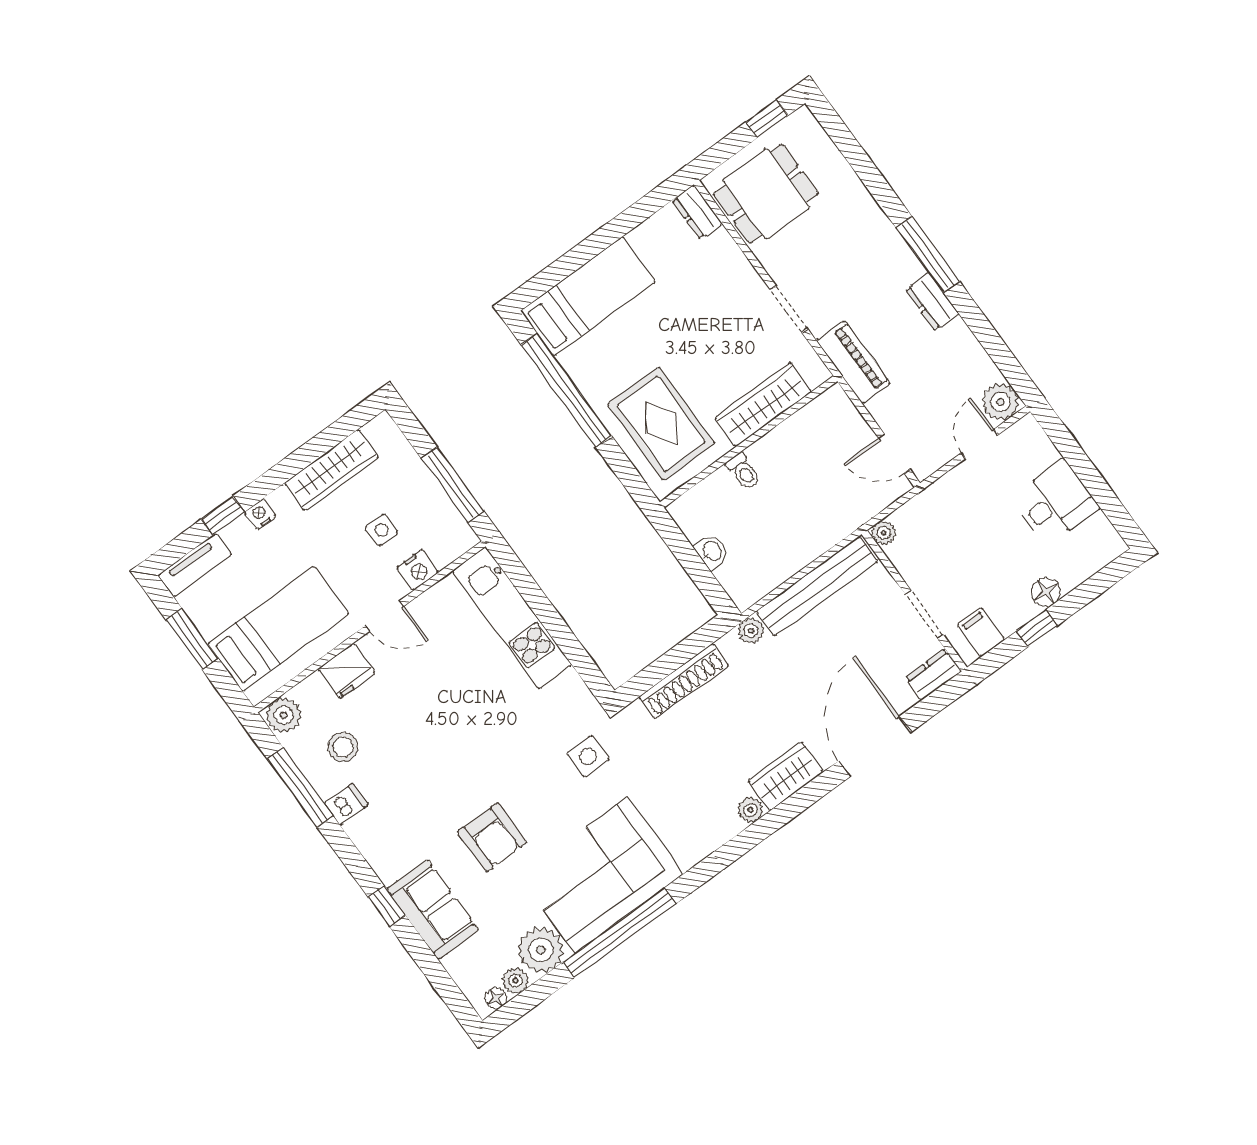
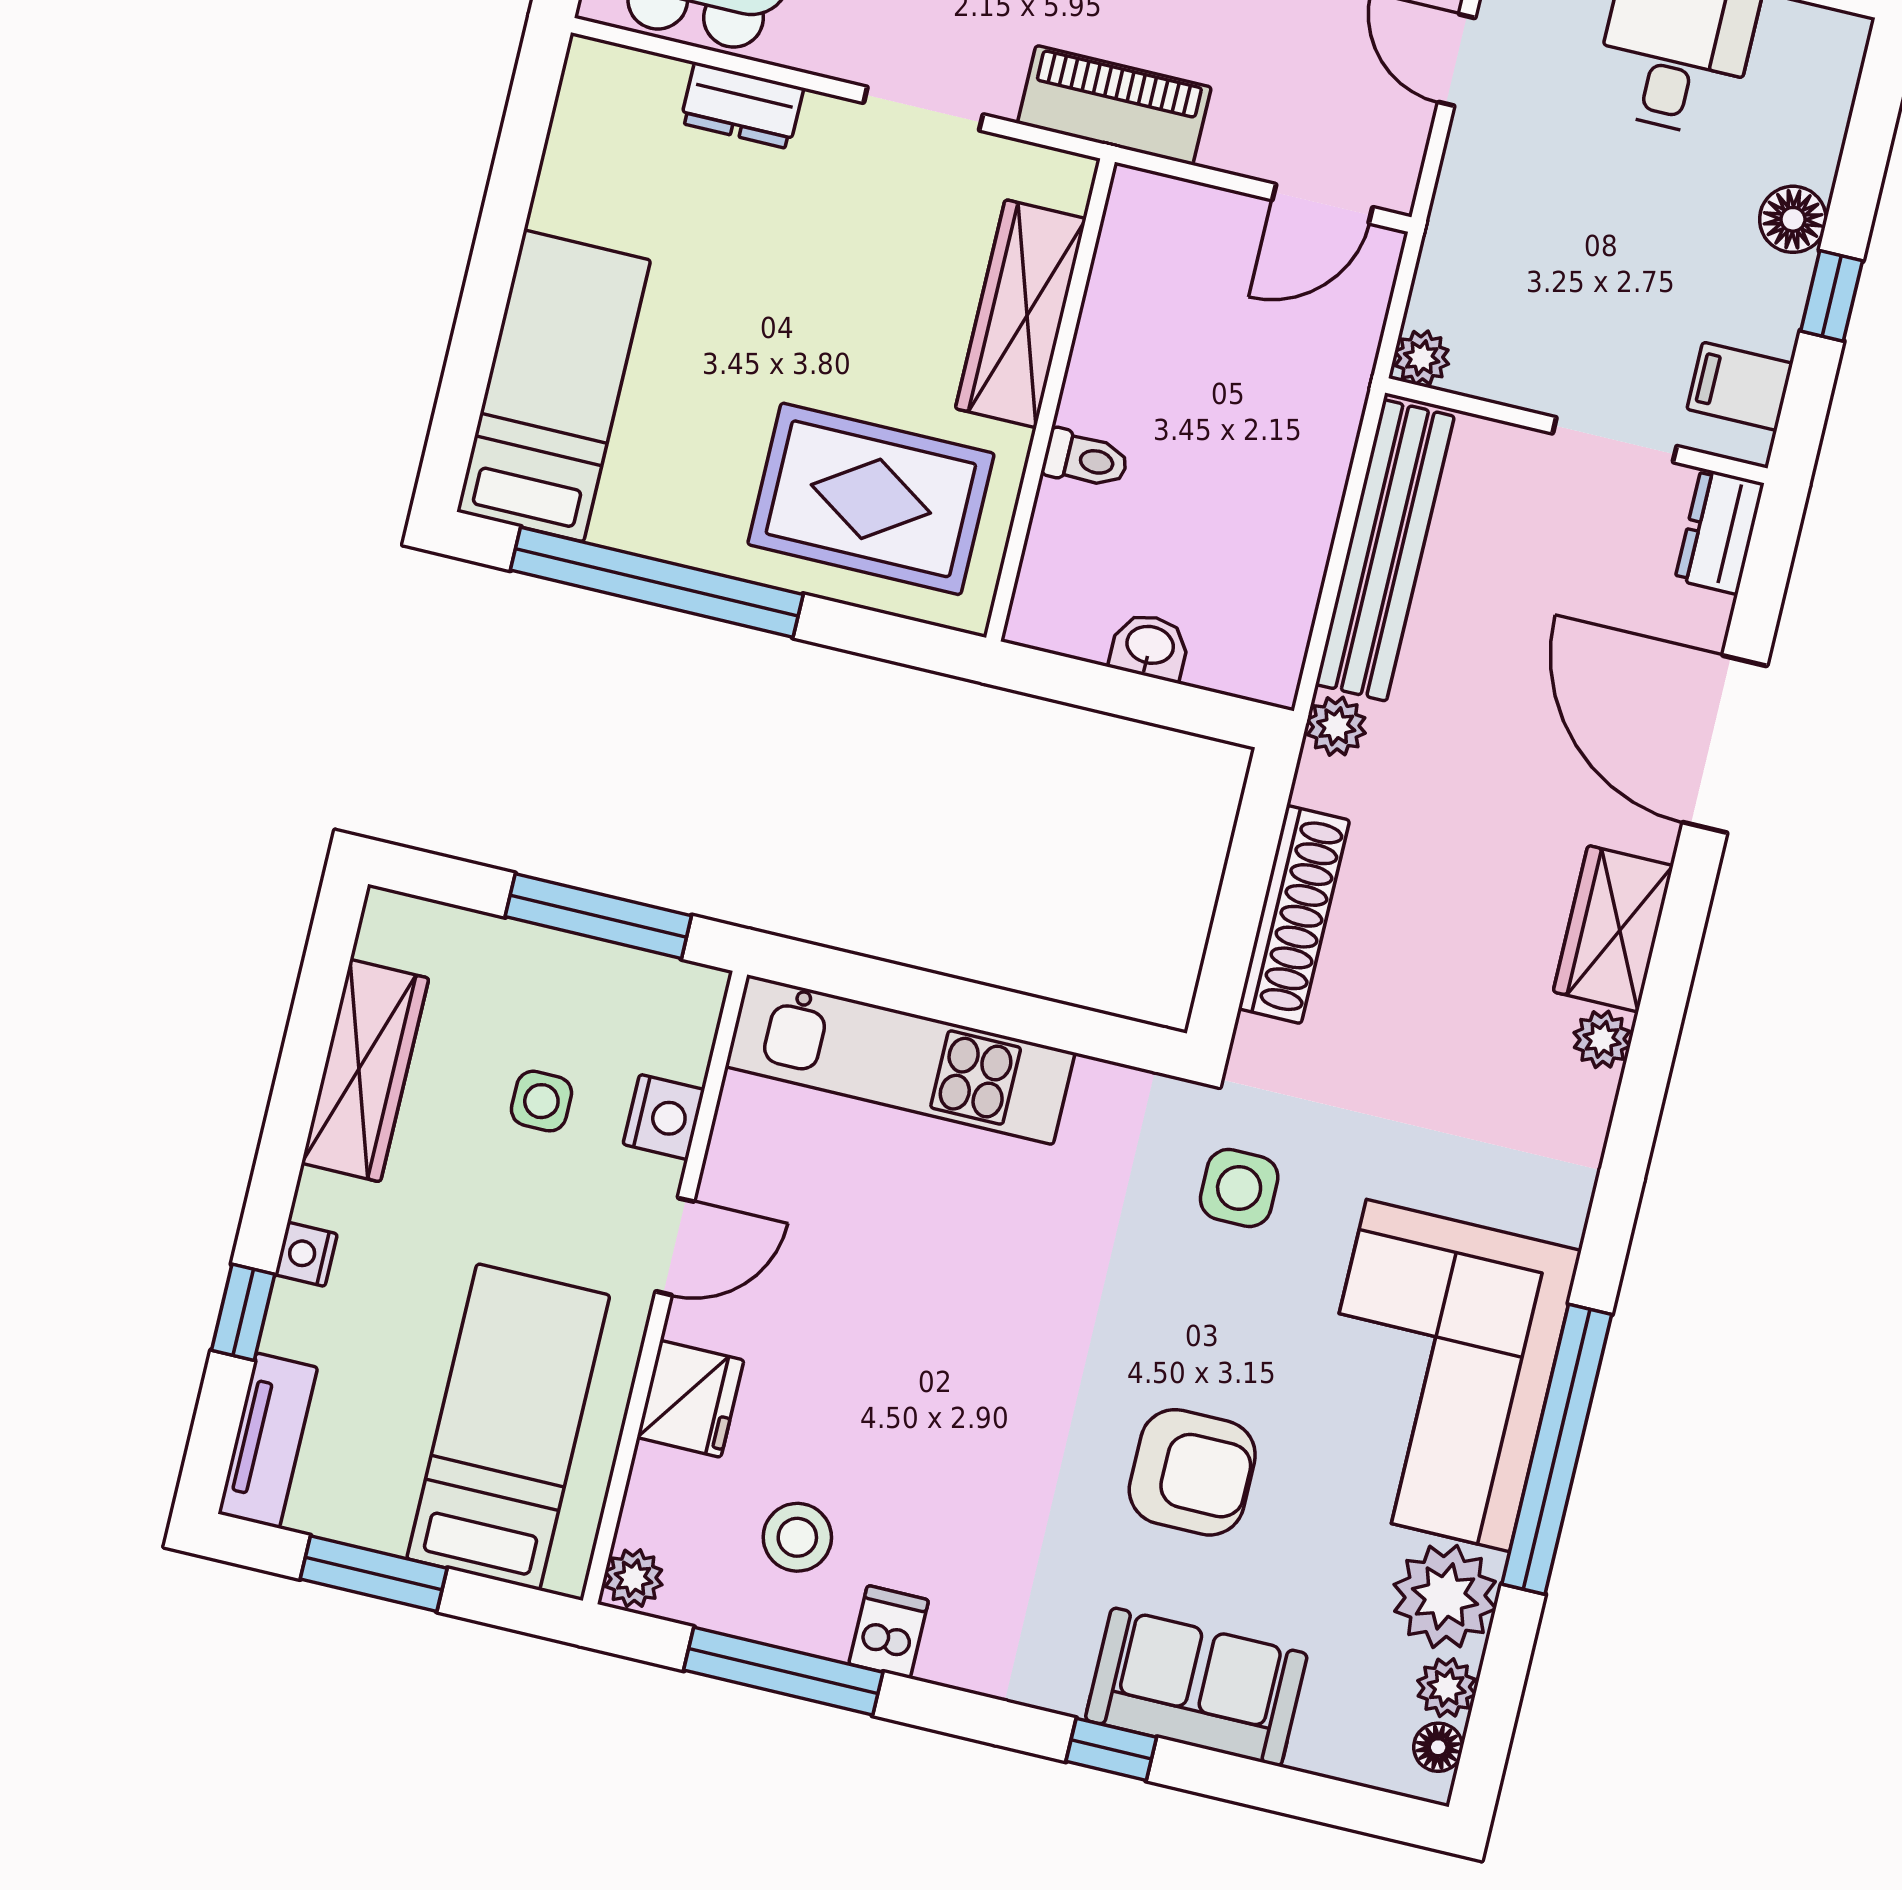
dresser: (697, 212) -> (742, 105), moved
plant: (284, 715) -> (634, 1578), width x0.73, depth x0.73

